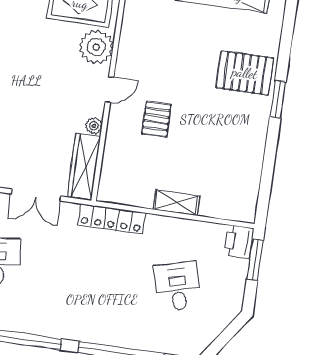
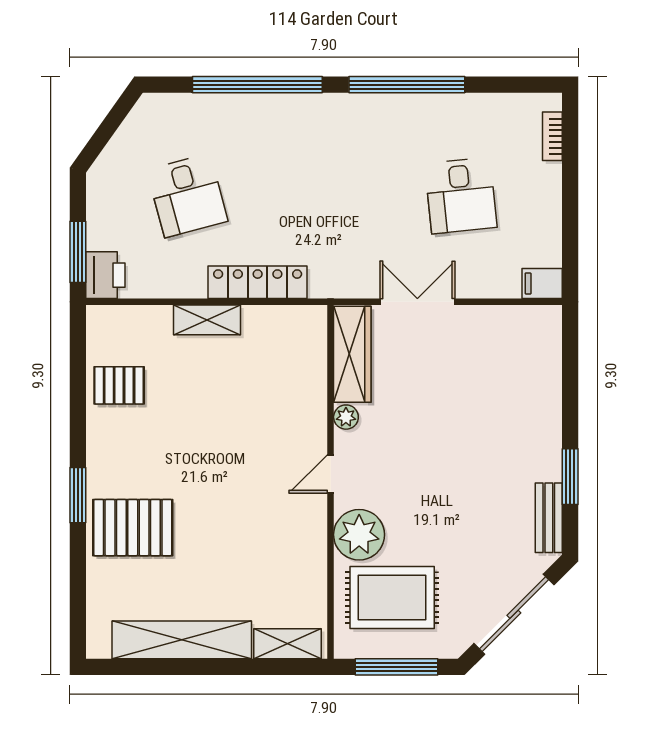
pallet: (156, 119) -> (119, 385), moved, turned 90
locker: (111, 219) -> (258, 282), moved

